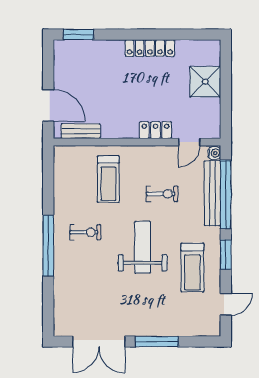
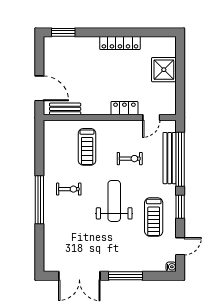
water cooler: (214, 153) -> (171, 267), moved

